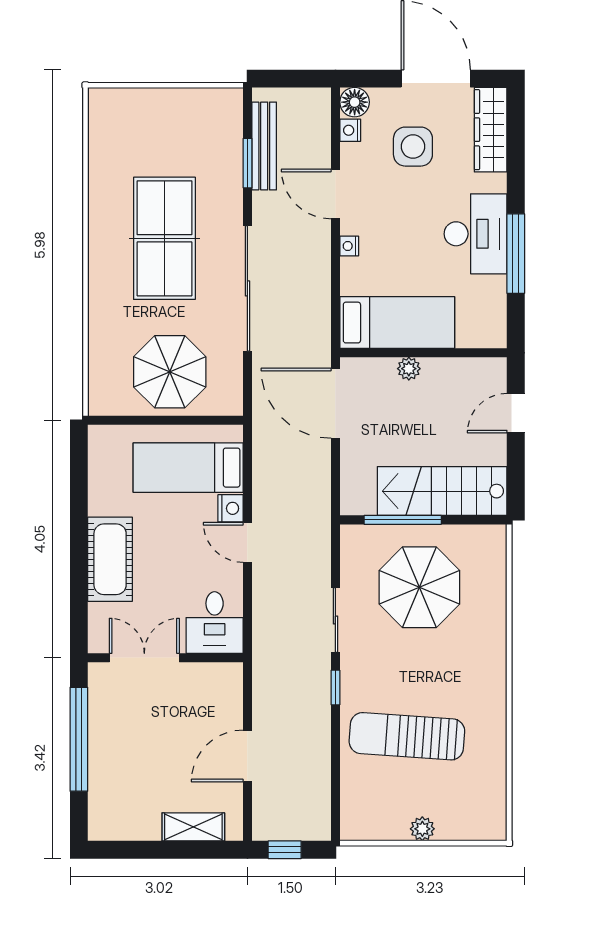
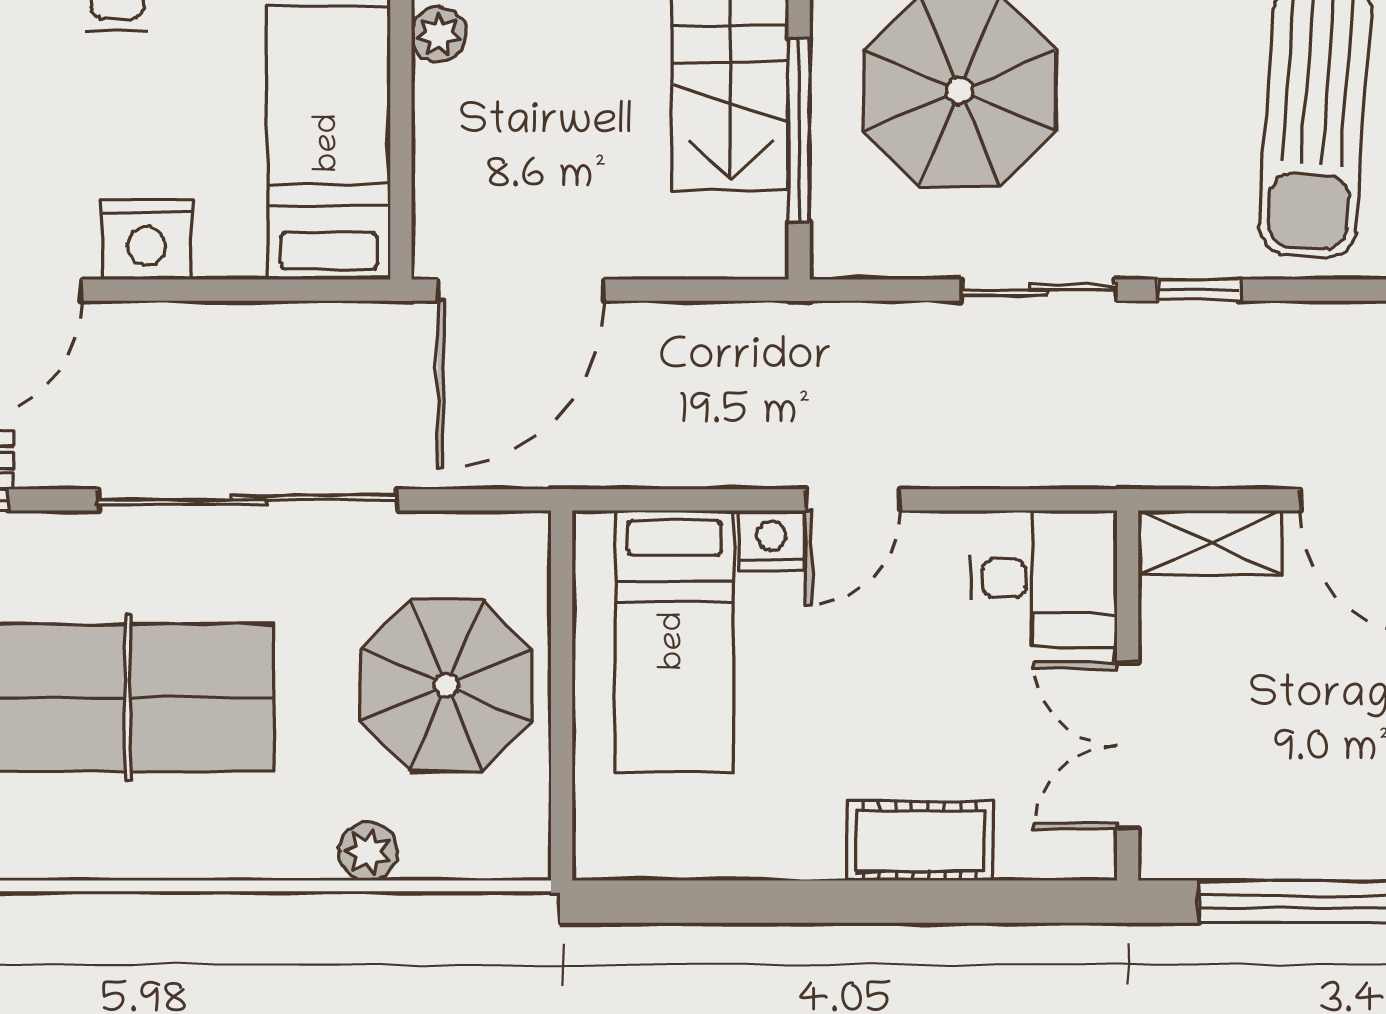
nightstand: (349, 246) -> (146, 240), width x1.89, depth x1.79
plant: (100, 339) -> (368, 851), added
plant: (409, 369) -> (439, 34), moved
cot: (110, 559) -> (920, 841), width x0.73, depth x0.75
shelving: (230, 692) -> (1210, 543), added

